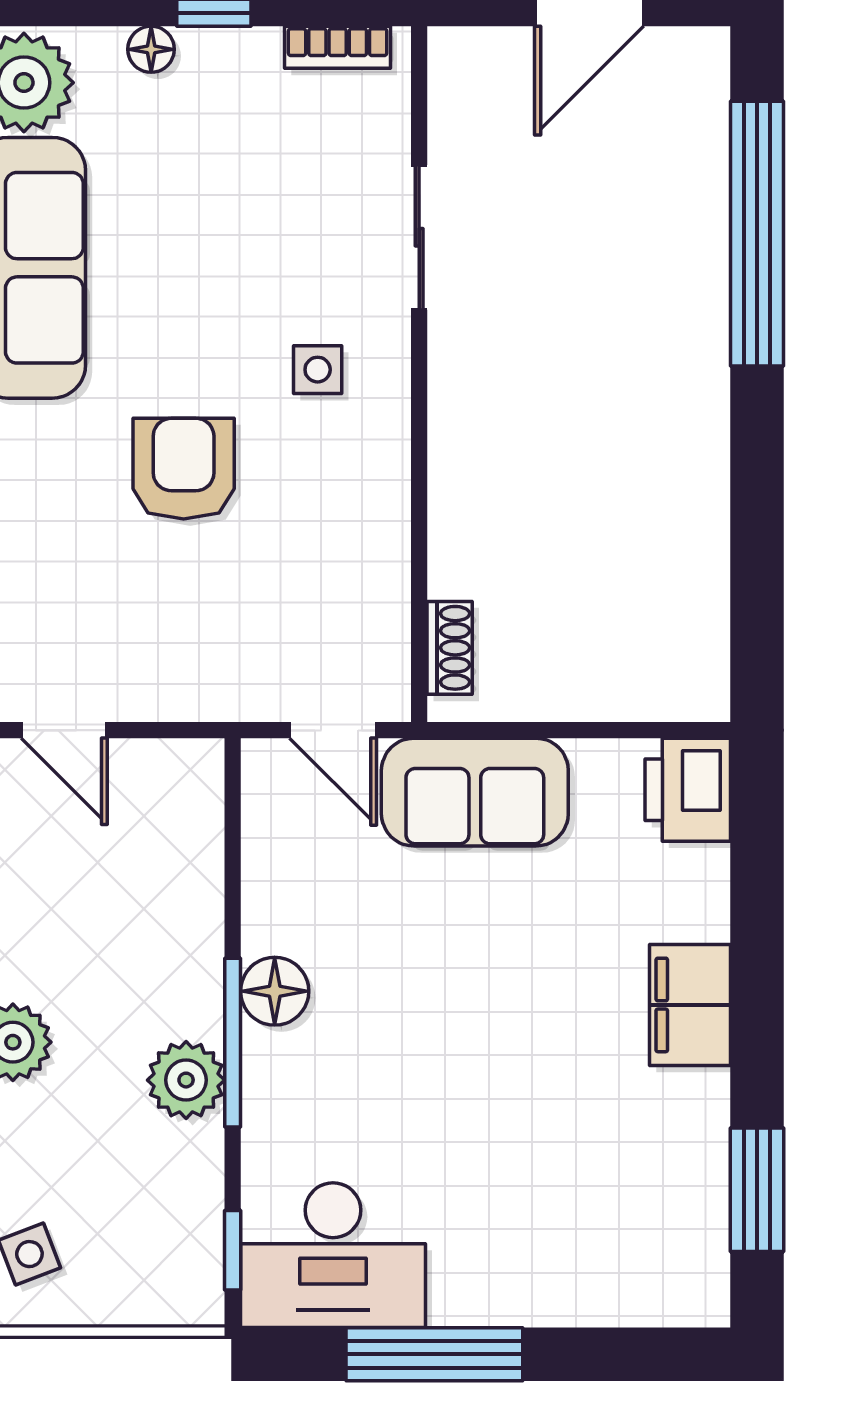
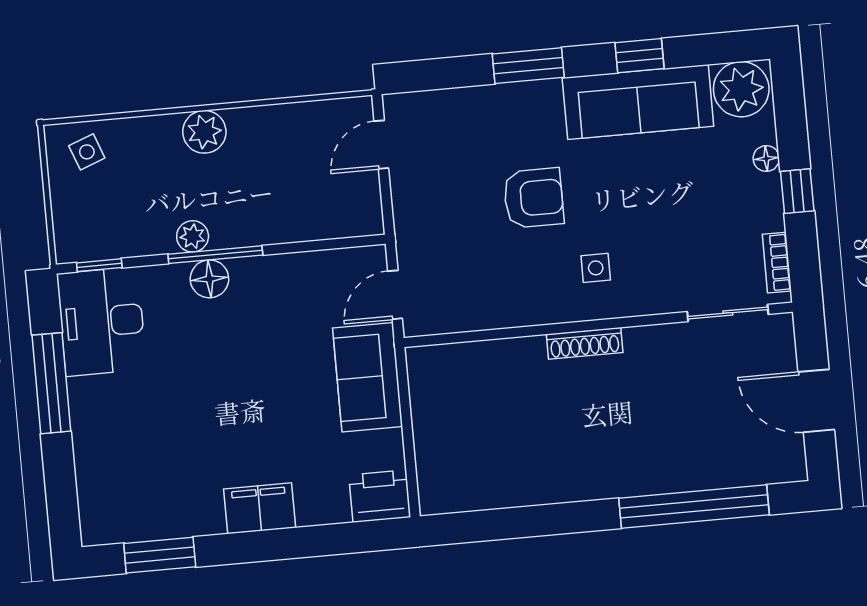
sliding door: (419, 237) -> (728, 313), moved
shoe rack: (450, 648) -> (585, 343), moved, width x1.43
floor lamp: (275, 991) -> (209, 279), moved
plant: (186, 1080) -> (193, 236), width x0.73, depth x0.73

